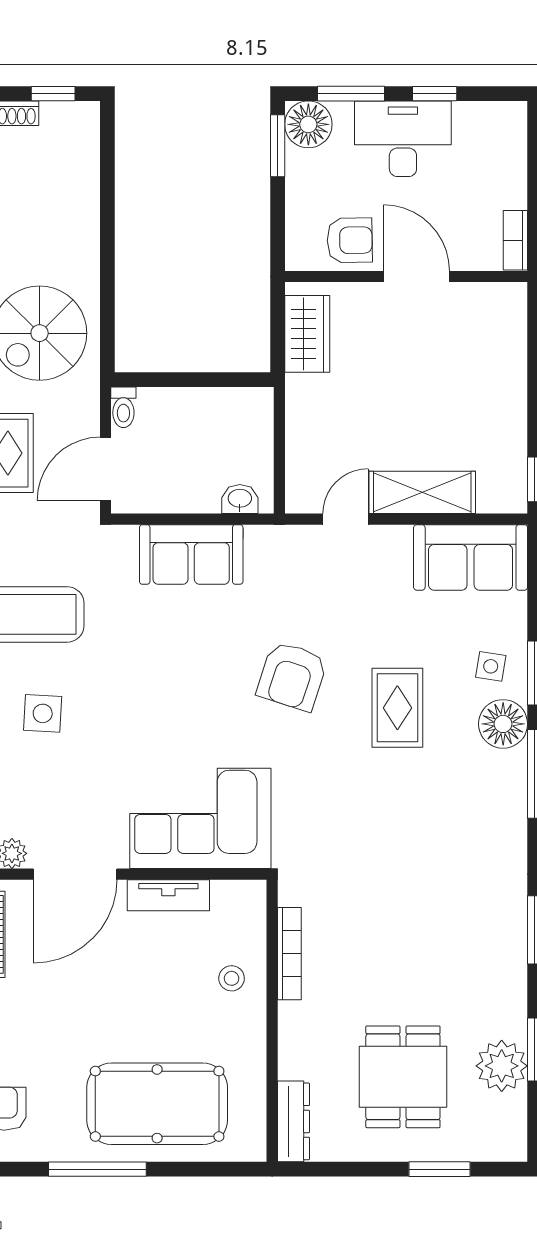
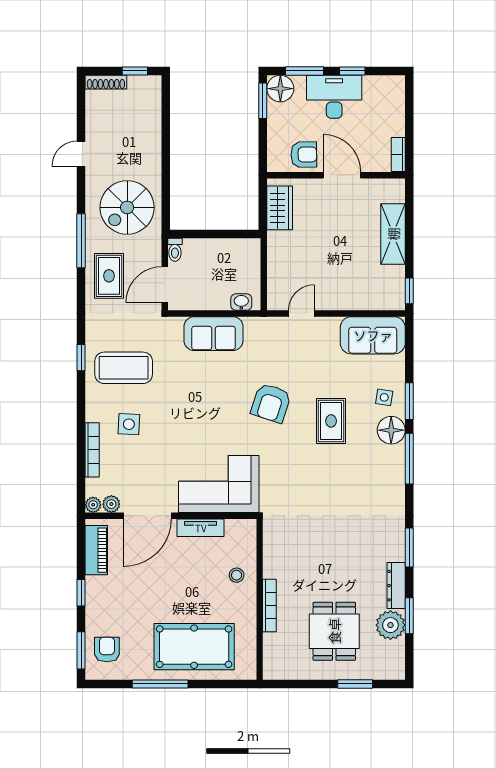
shelving: (422, 492) -> (393, 234), moved, turned 90
bookcase: (289, 954) -> (269, 606), moved
dresser: (293, 1121) -> (396, 586), moved, turned 180

